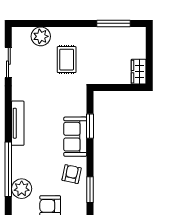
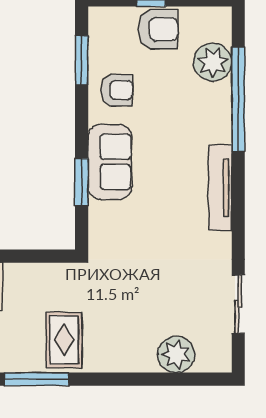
rug: (67, 60) -> (64, 340), moved
armchair: (72, 174) -> (117, 90), turned -102

